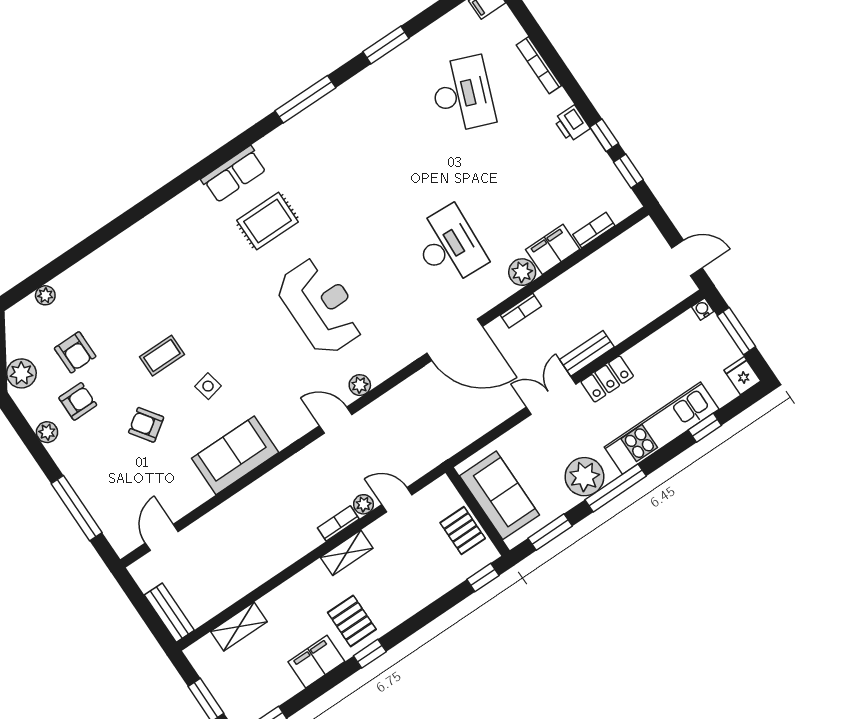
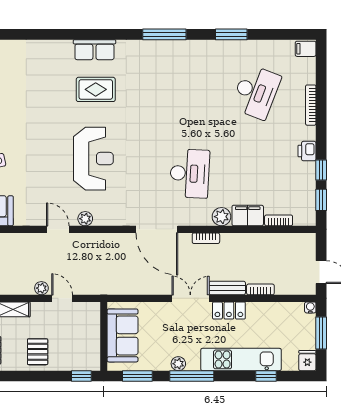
plant: (584, 477) -> (178, 364), width x0.53, depth x0.53
bookcase: (338, 523) -> (260, 289), moved
pallet: (463, 531) -> (38, 352), moved

